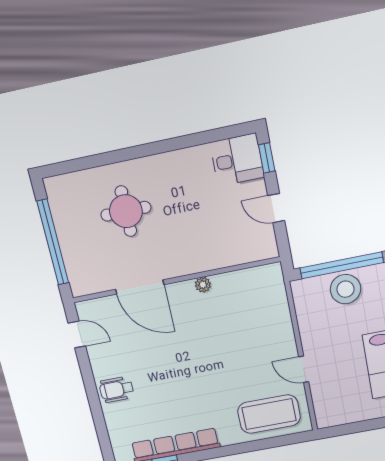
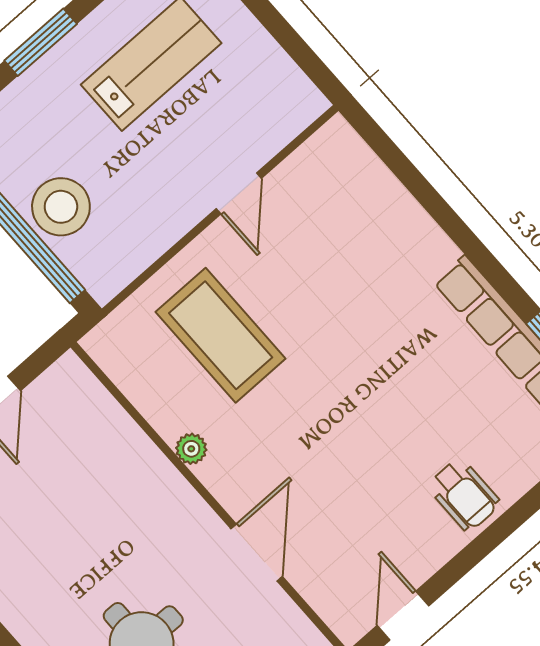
door: (140, 287) -> (257, 553), width x0.73
coffee table: (269, 414) -> (221, 335), moved

